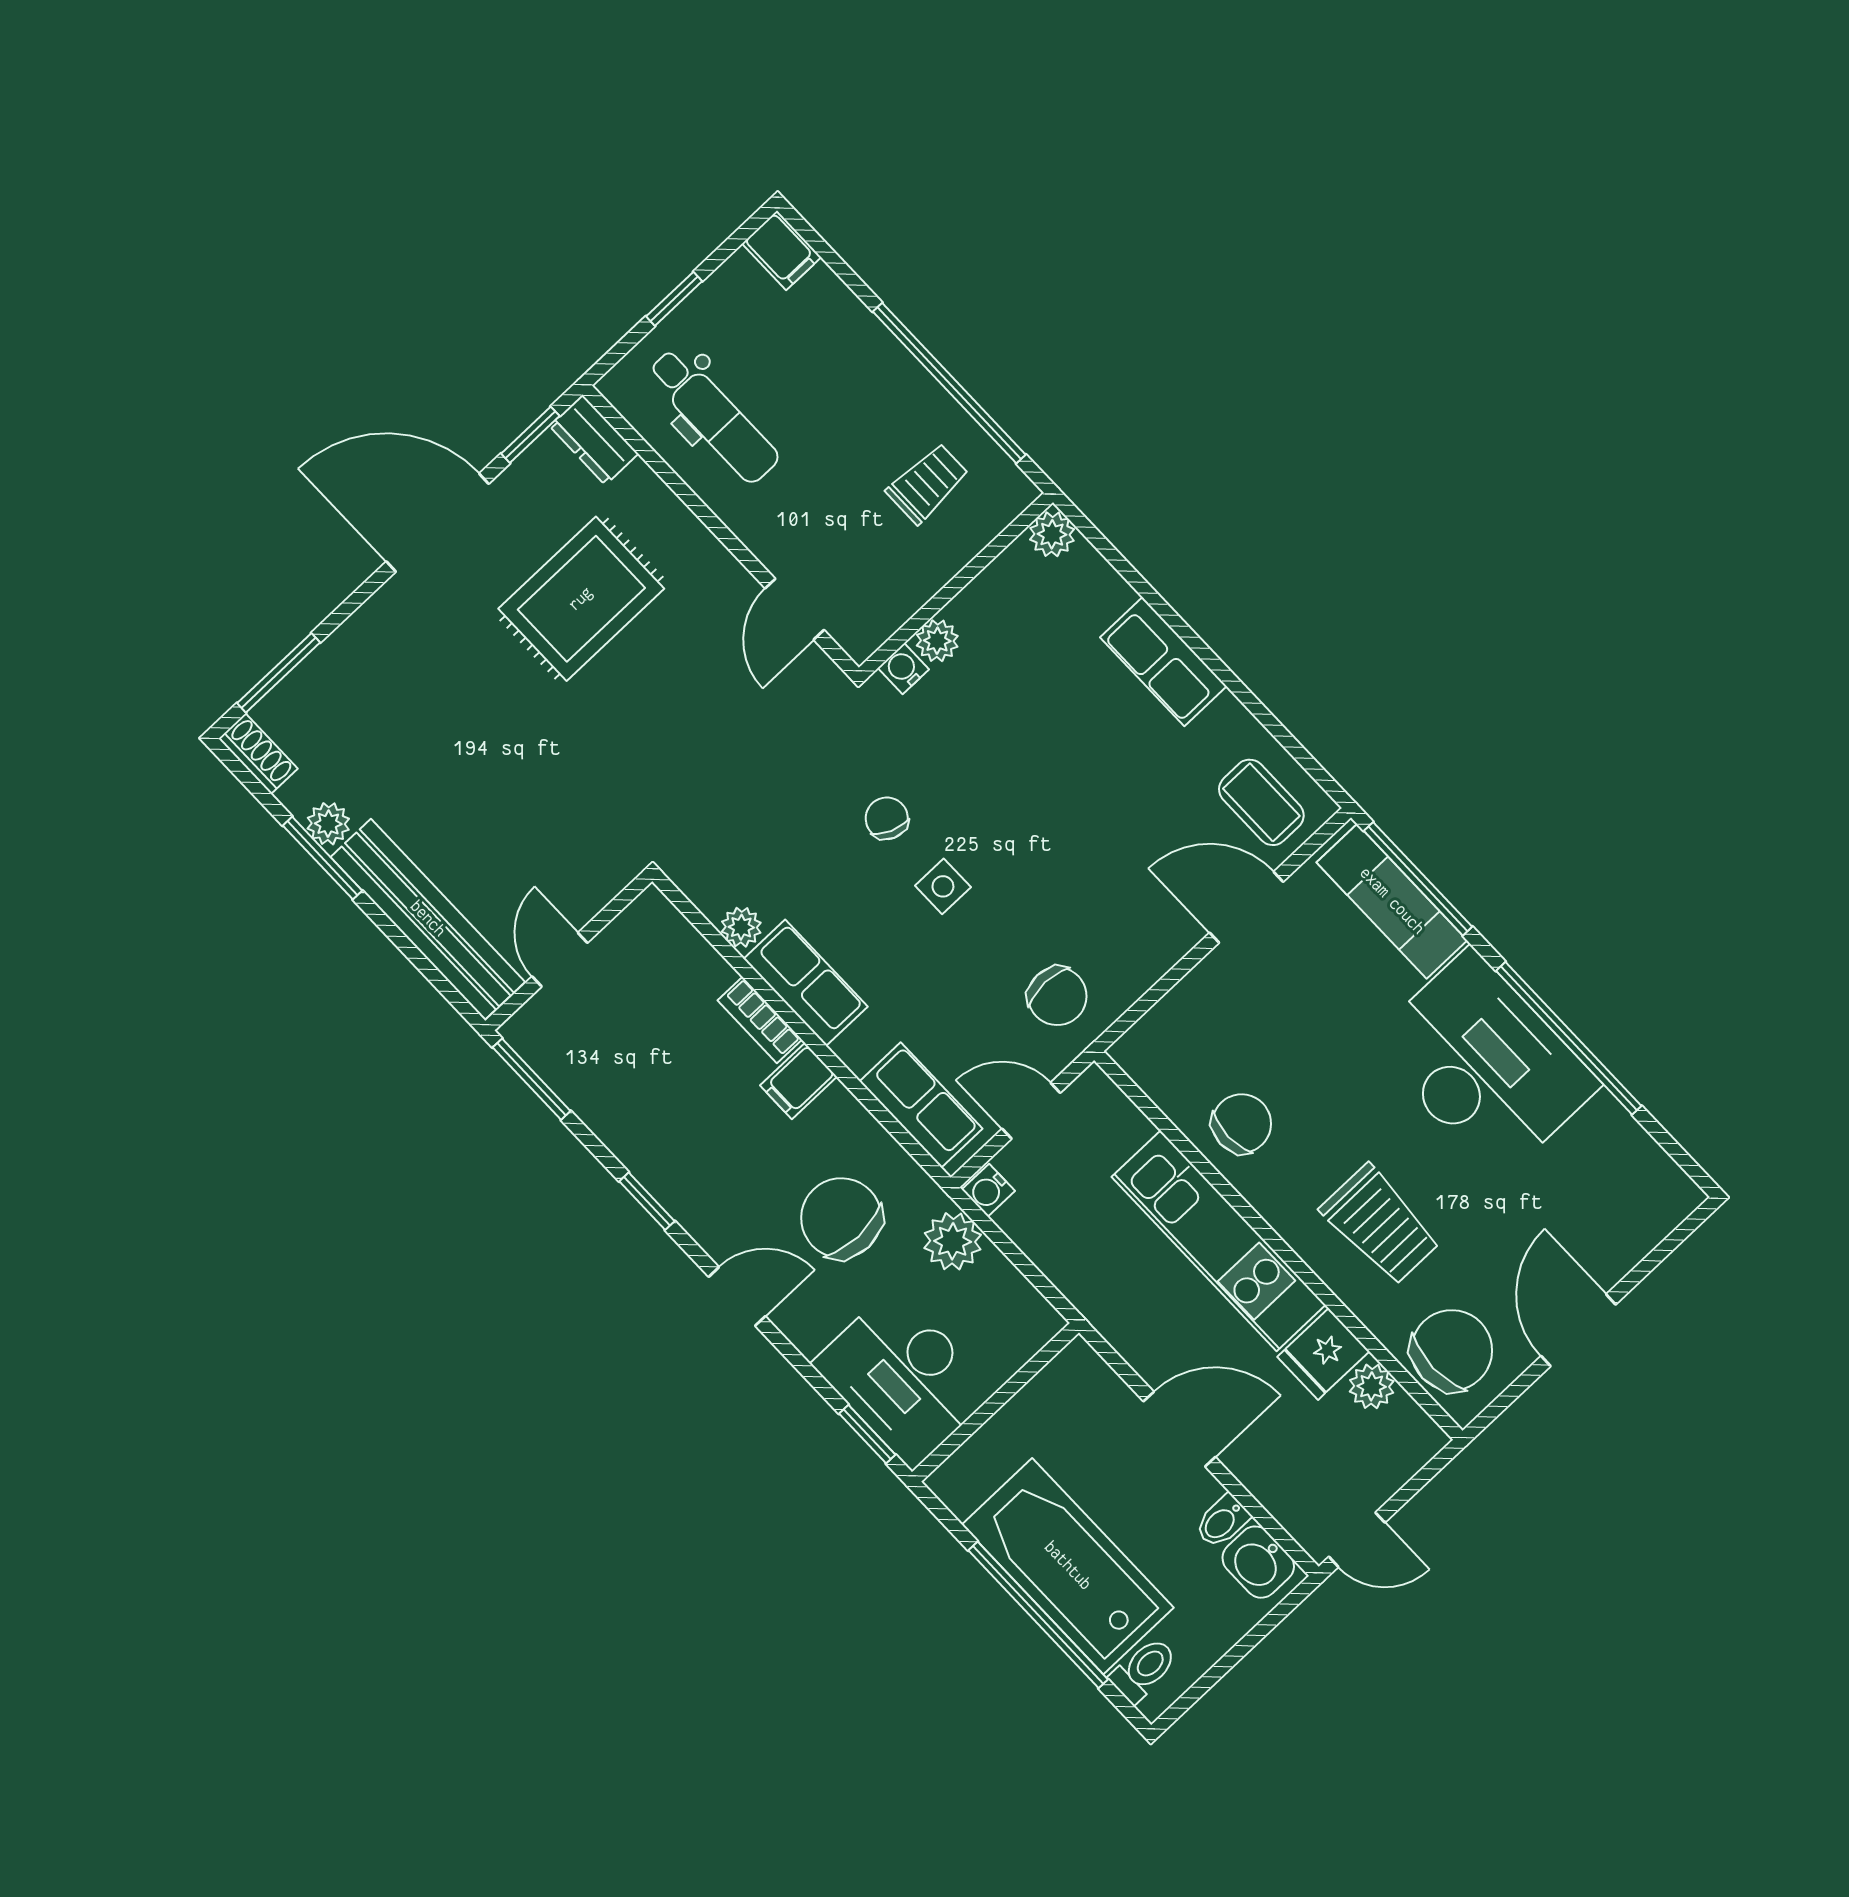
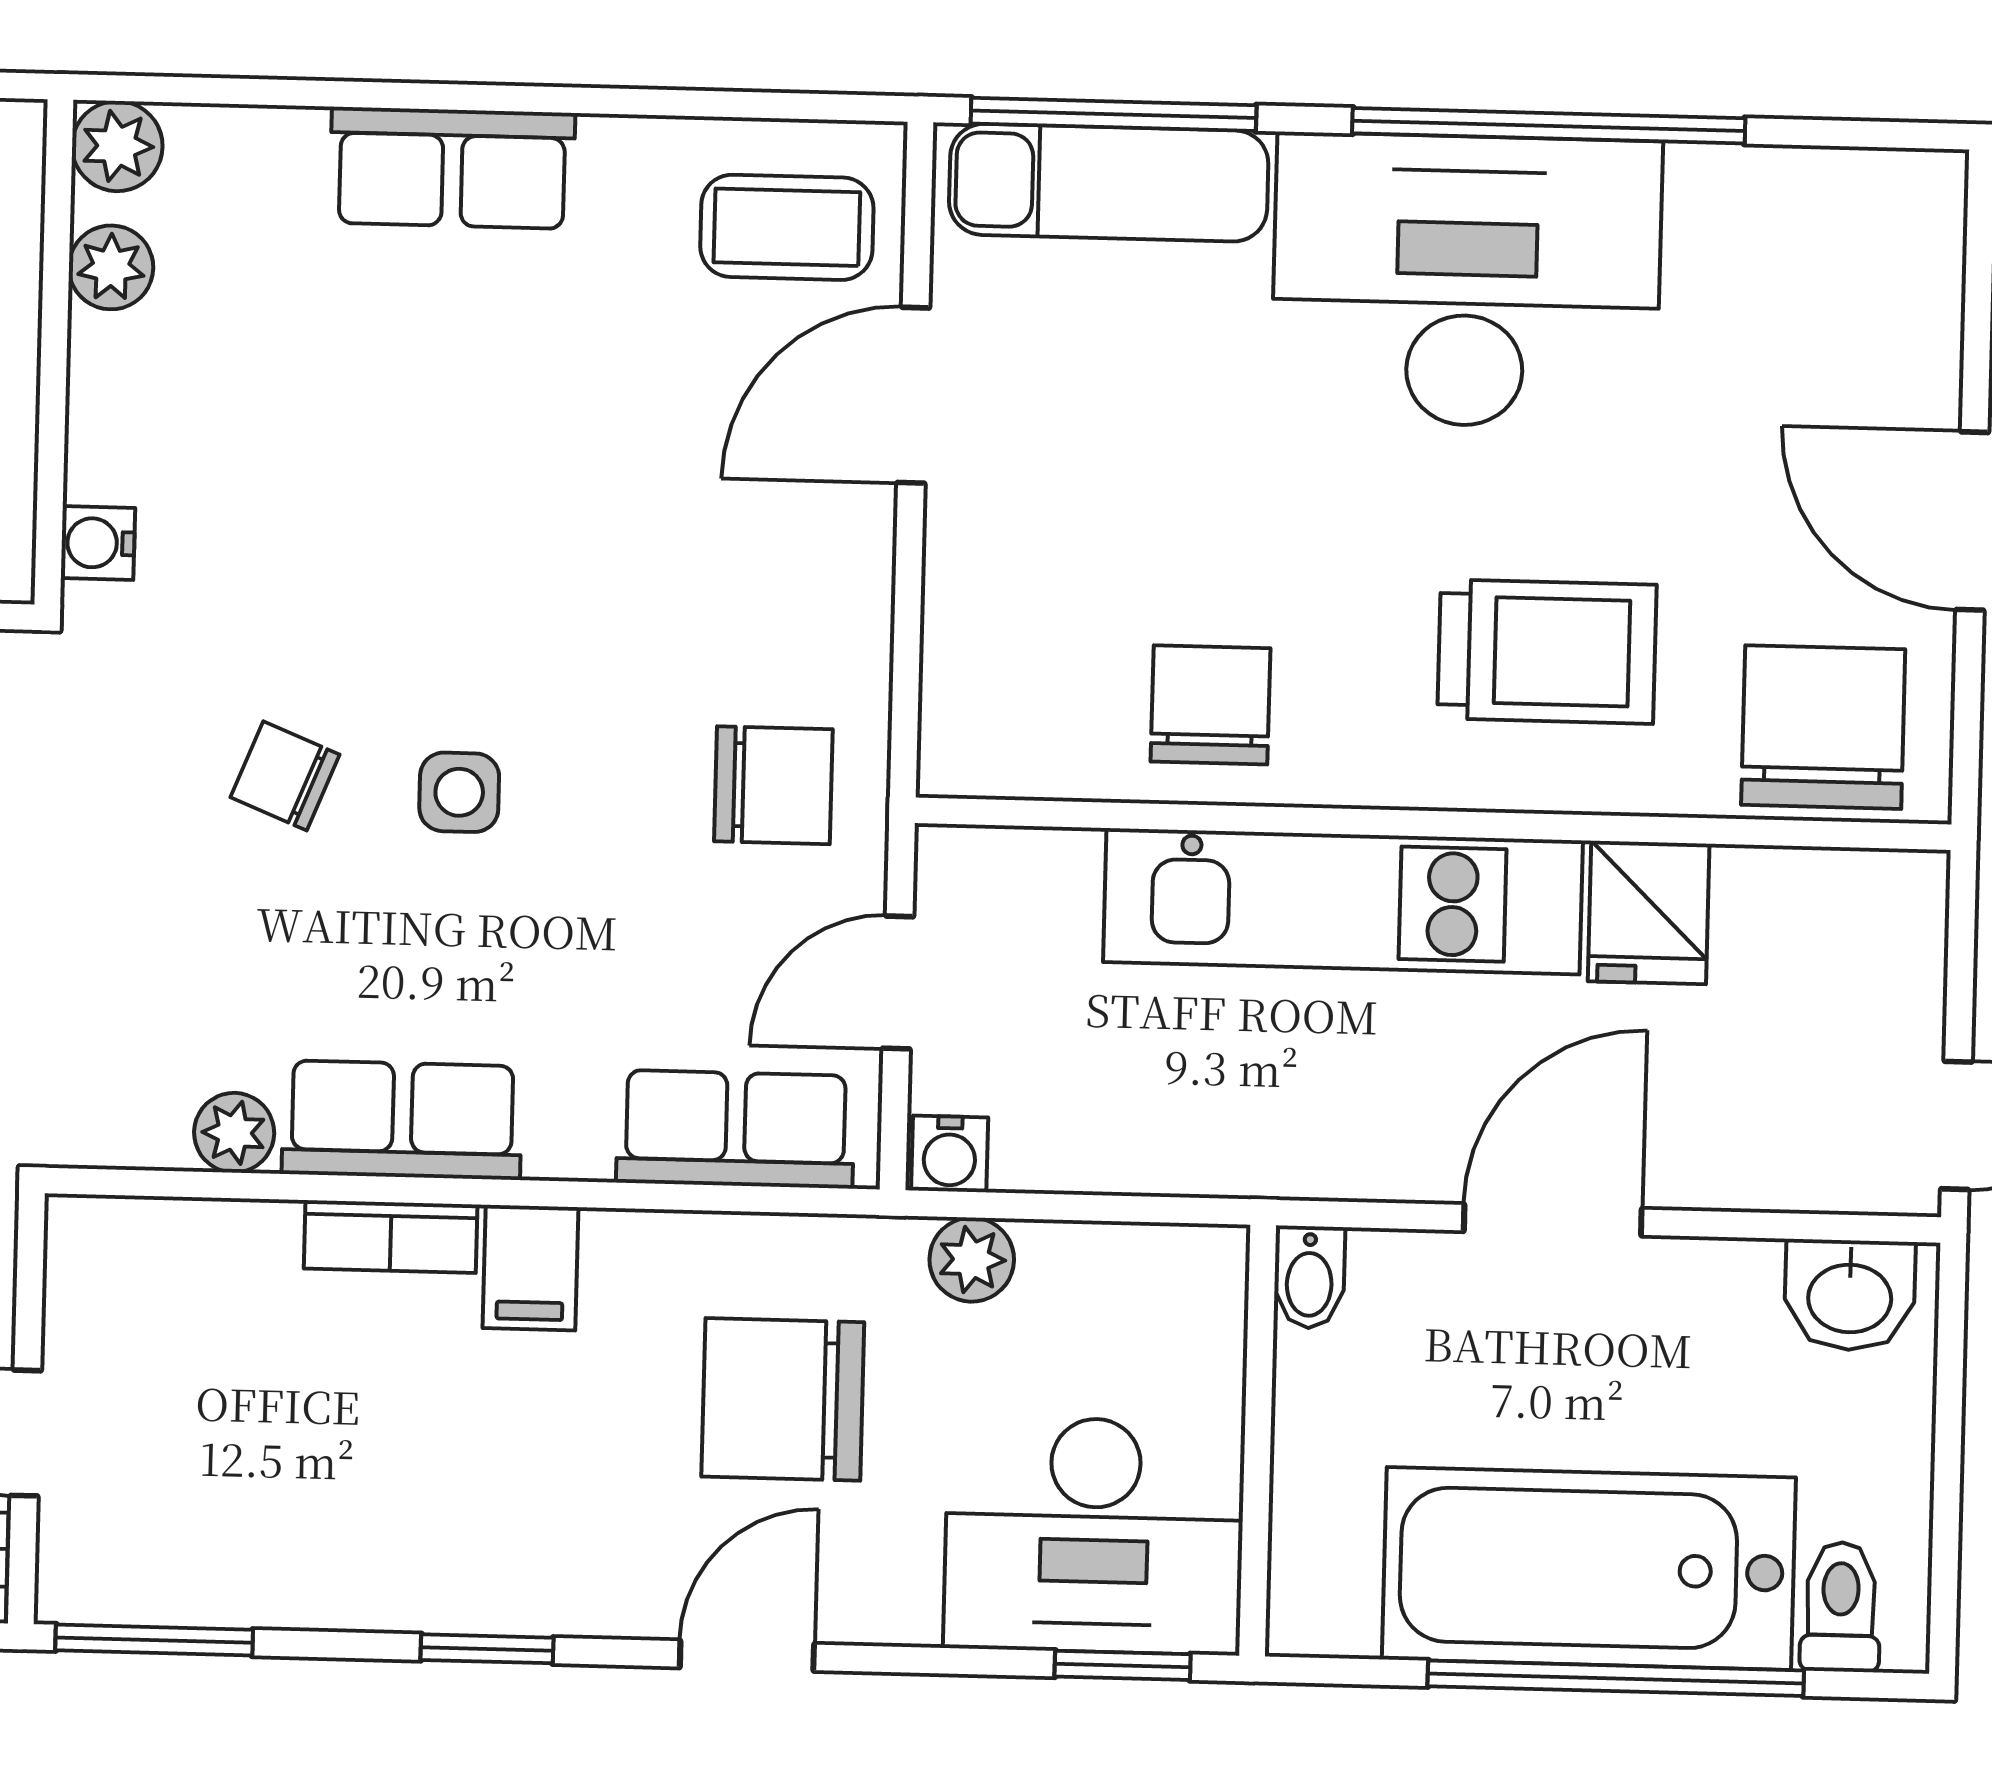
plant: (937, 641) -> (111, 267), moved
plant: (953, 1241) -> (972, 1260), width x0.73, depth x0.73
plant: (1372, 1386) -> (1762, 890), removed
bidet: (1222, 1521) -> (1309, 1277), moved

